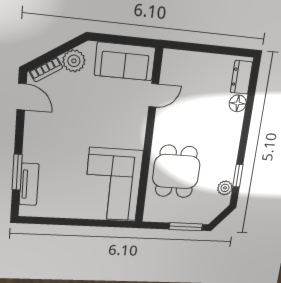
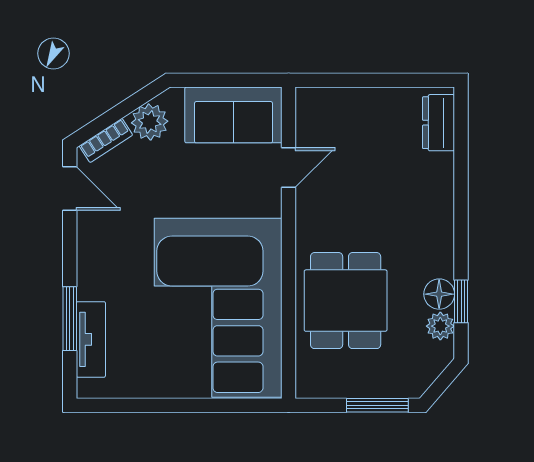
floor lamp: (238, 103) -> (439, 294), moved
corner sofa: (113, 185) -> (218, 308), width x1.36, depth x1.36

